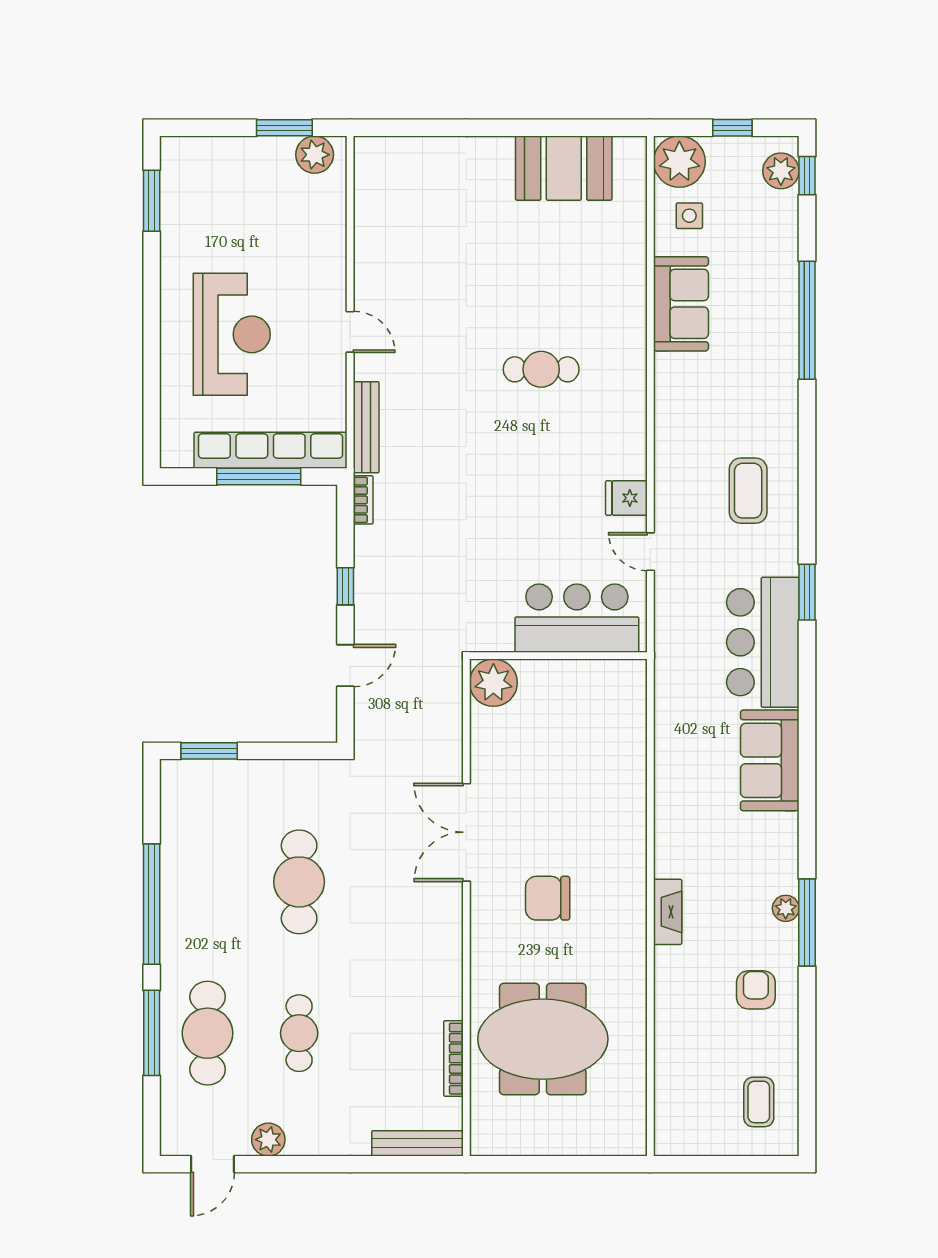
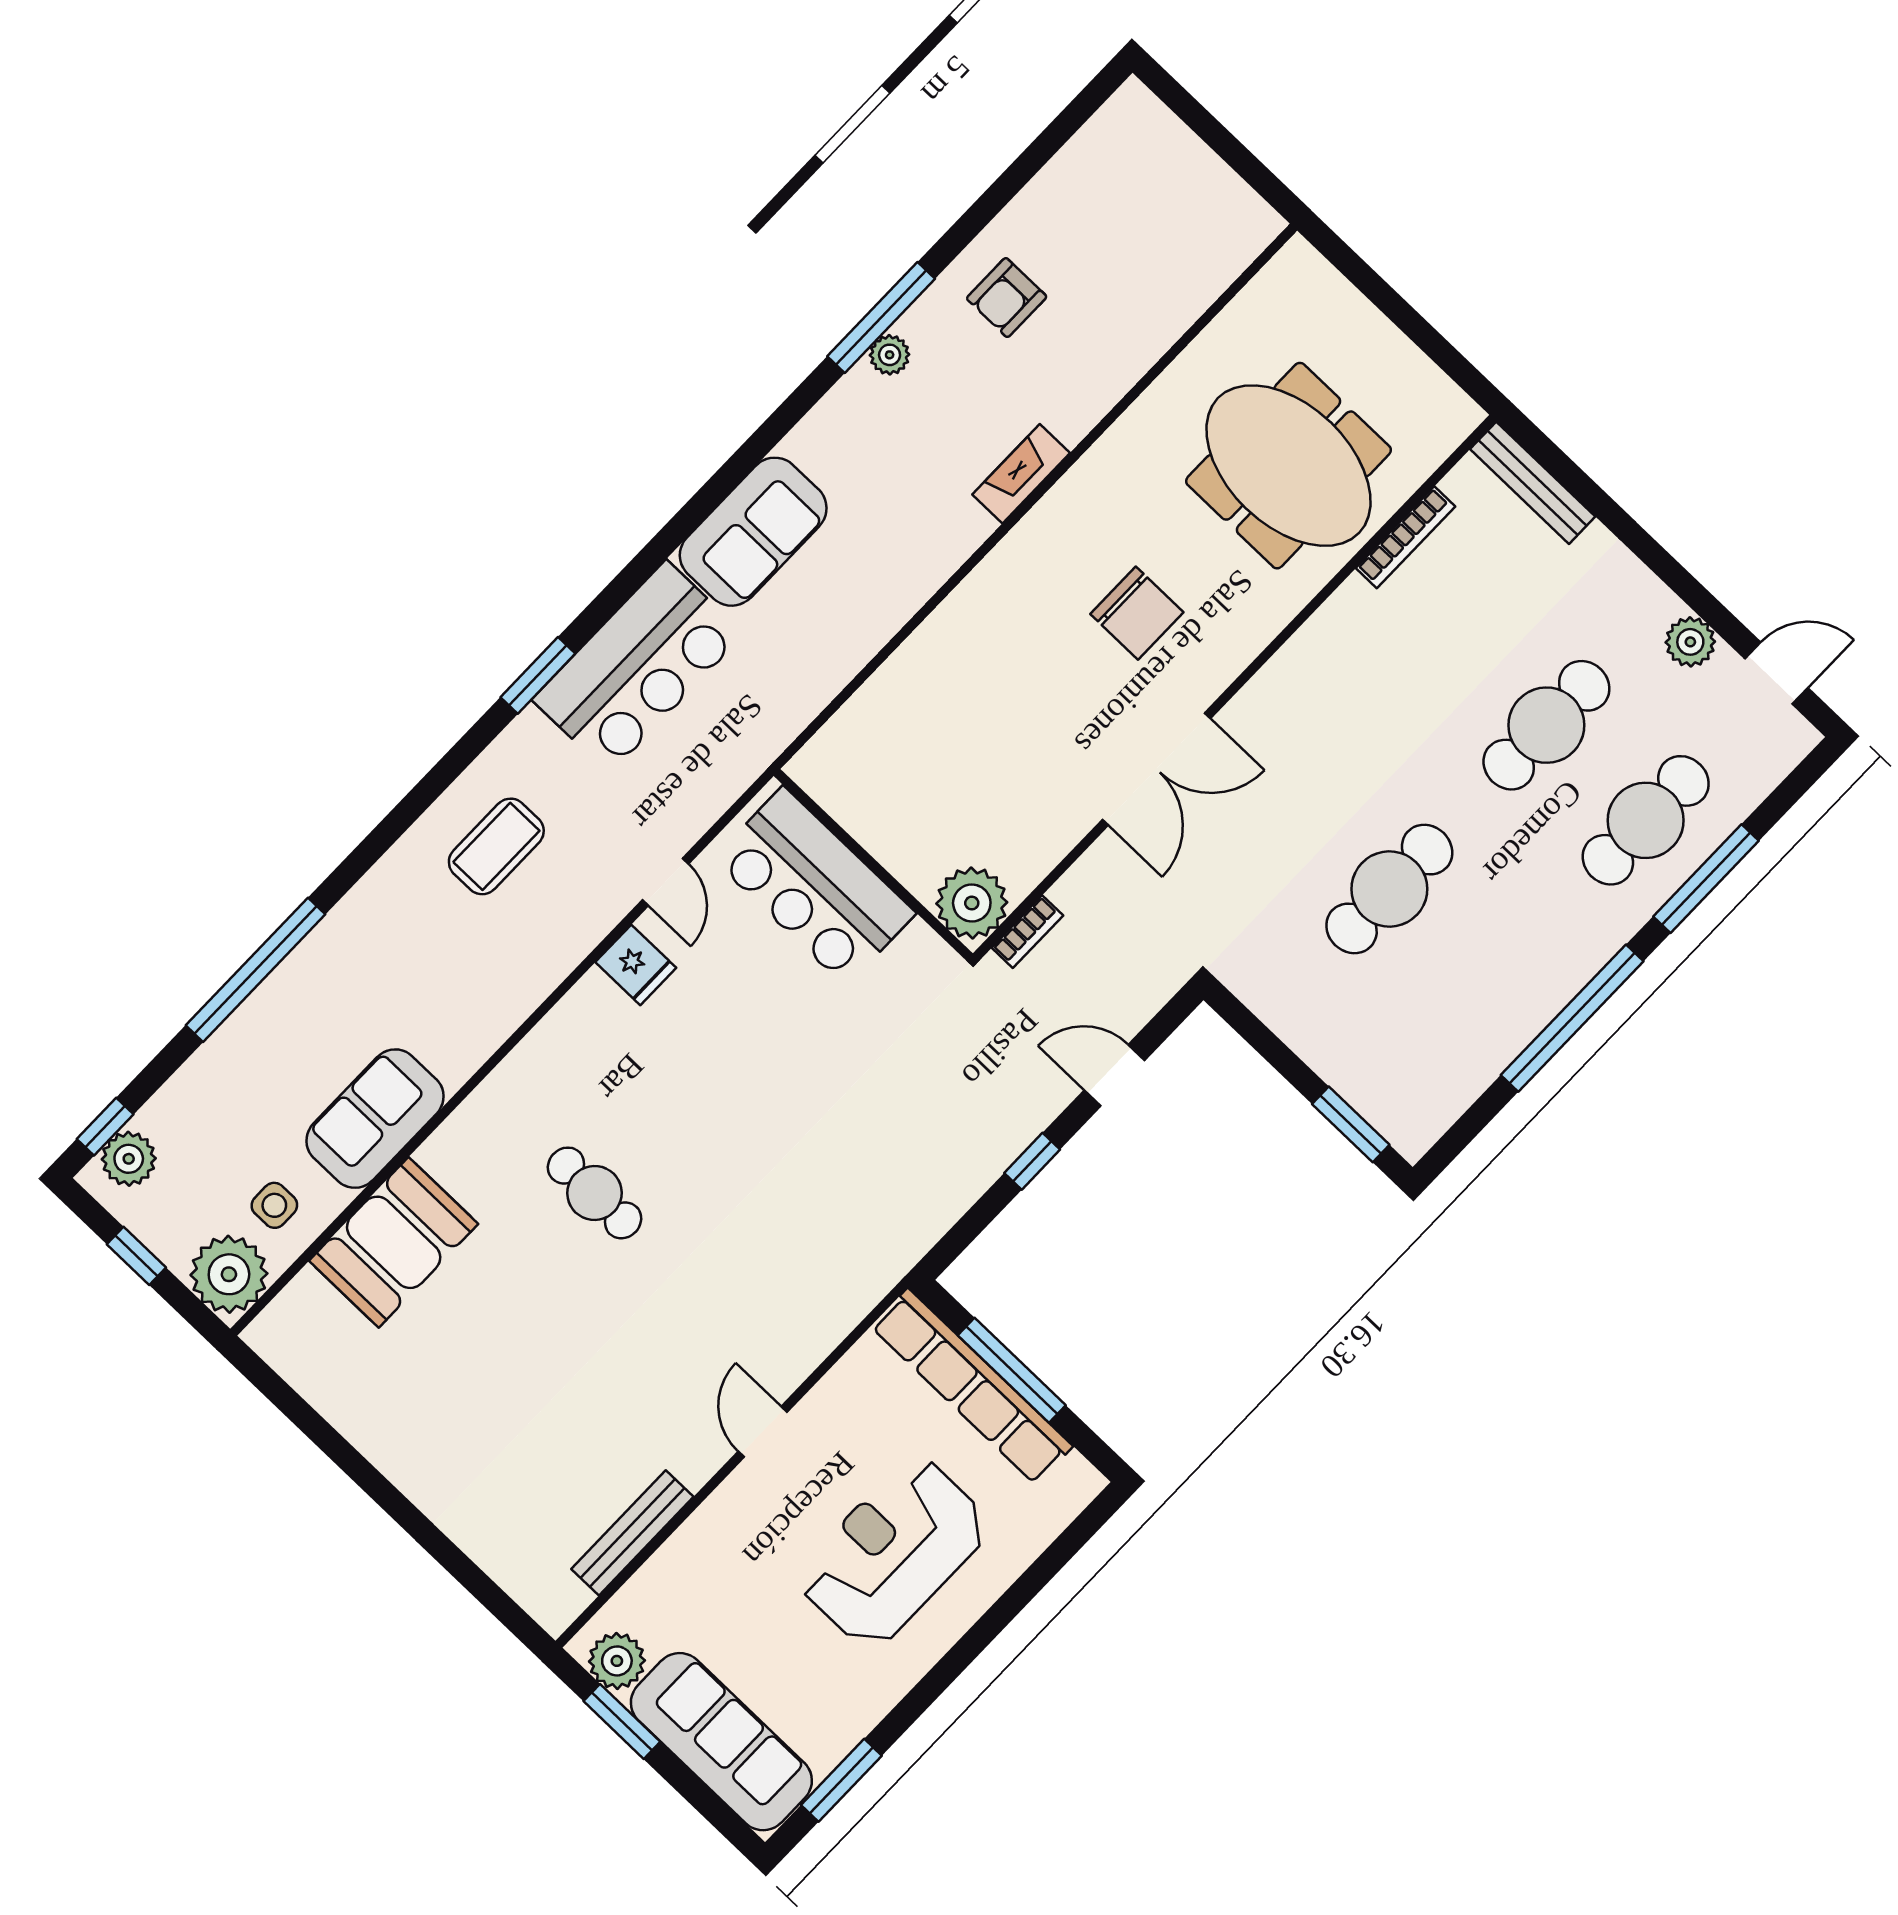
sofa: (227, 164) -> (721, 1742), added
booth: (564, 168) -> (394, 1242), moved, turned 90
bench: (366, 427) -> (632, 1533), moved
bookcase: (363, 500) -> (1027, 932), moved, turned 180
cafe table: (299, 1033) -> (1546, 725), width x1.37, depth x1.35
coffee table: (759, 1102) -> (1120, 173), removed

